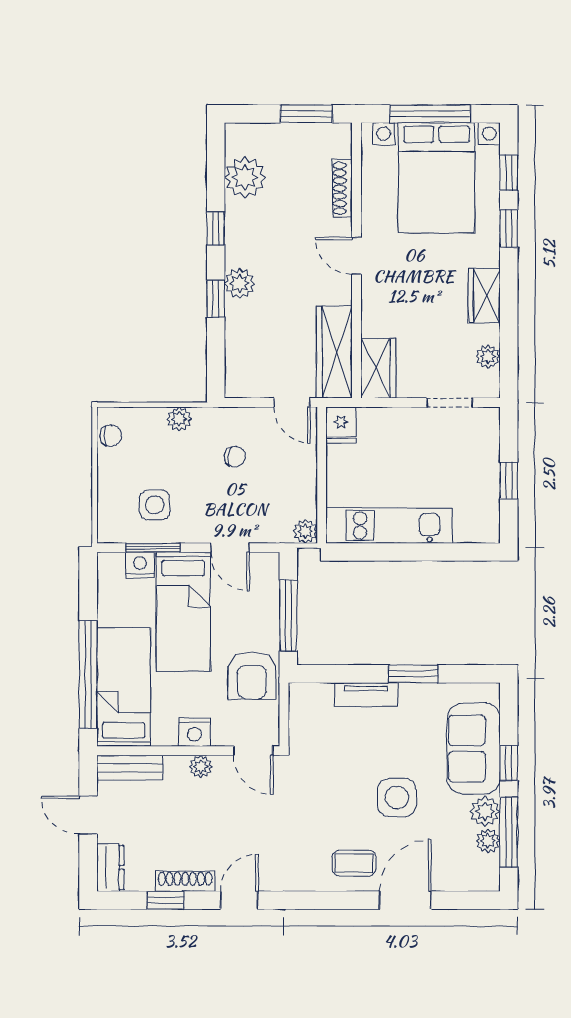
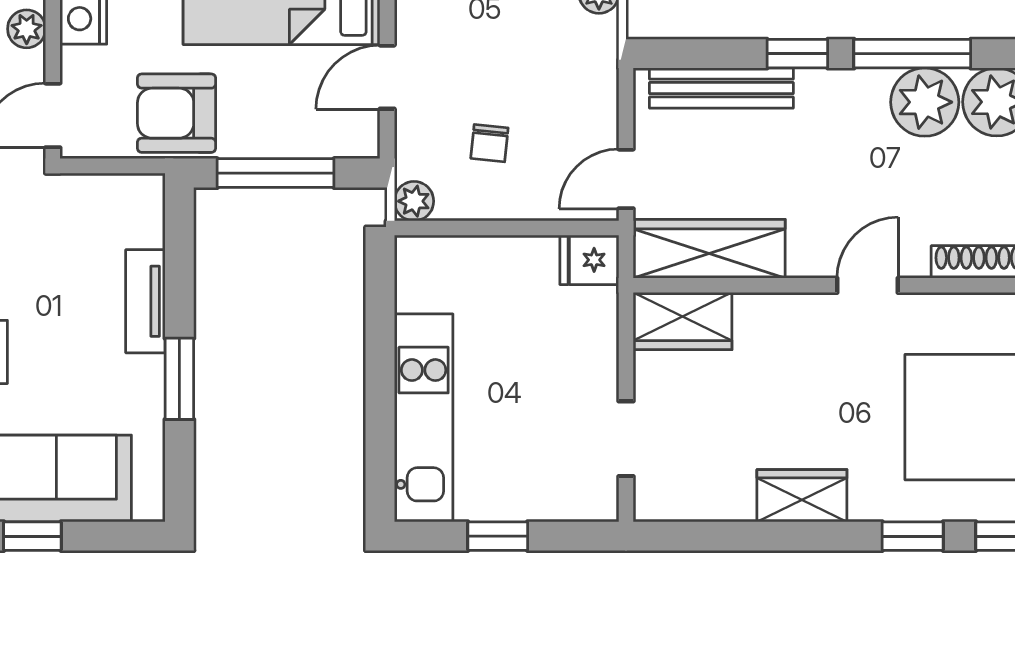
window: (216, 229) -> (912, 54), width x2.17
plant: (240, 283) -> (925, 102), moved, width x1.36, depth x1.36
bench: (237, 345) -> (721, 88), added
plant: (488, 357) -> (702, 502), removed
chair: (235, 457) -> (489, 143), moved
kitchen unit: (389, 526) -> (424, 418), moved

